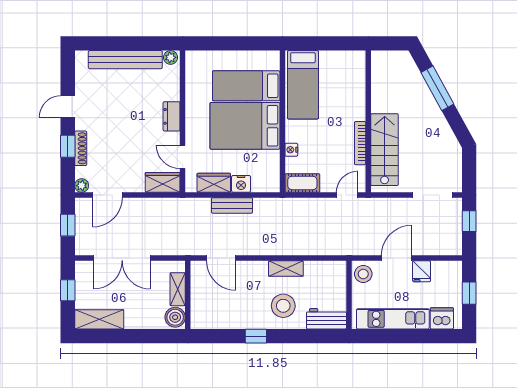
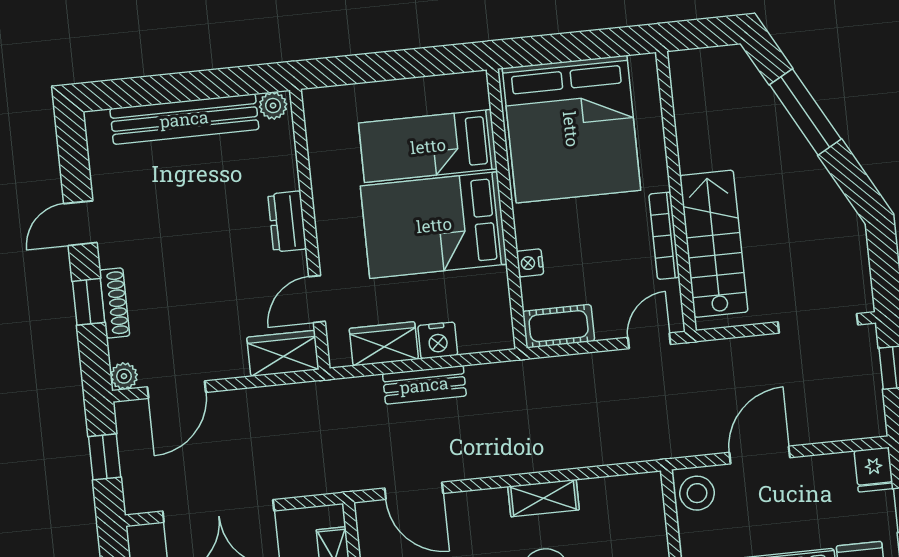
bed: (303, 85) -> (571, 129), width x2.04
door: (183, 157) -> (317, 299), hinge flipped
fridge: (422, 271) -> (874, 470), moved

